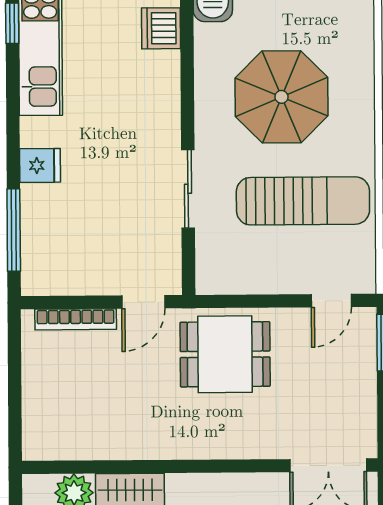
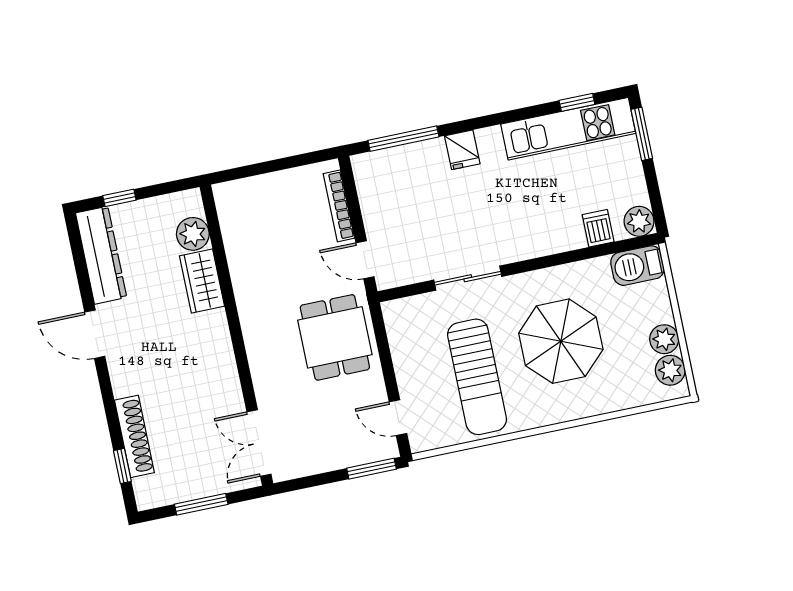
dishwasher: (161, 28) -> (598, 228), width x0.73

